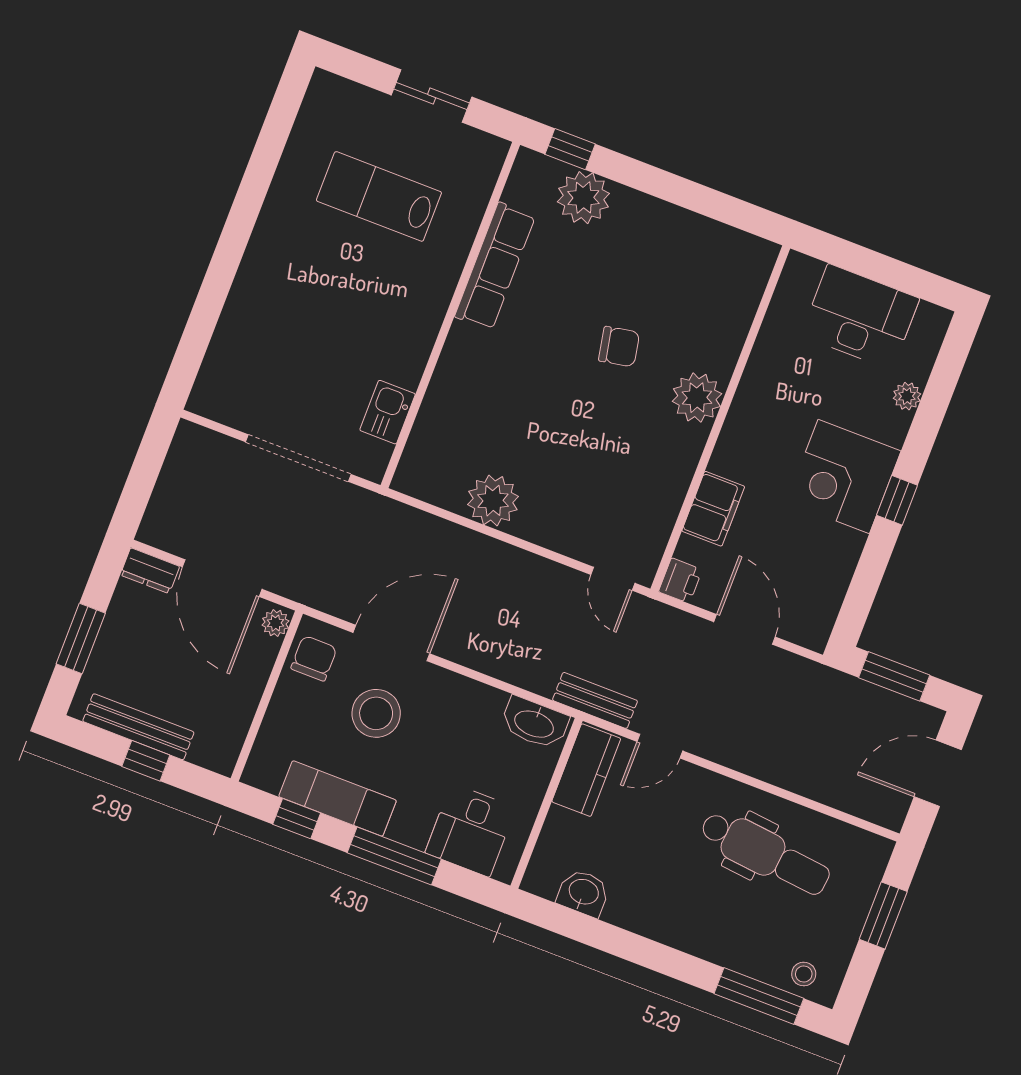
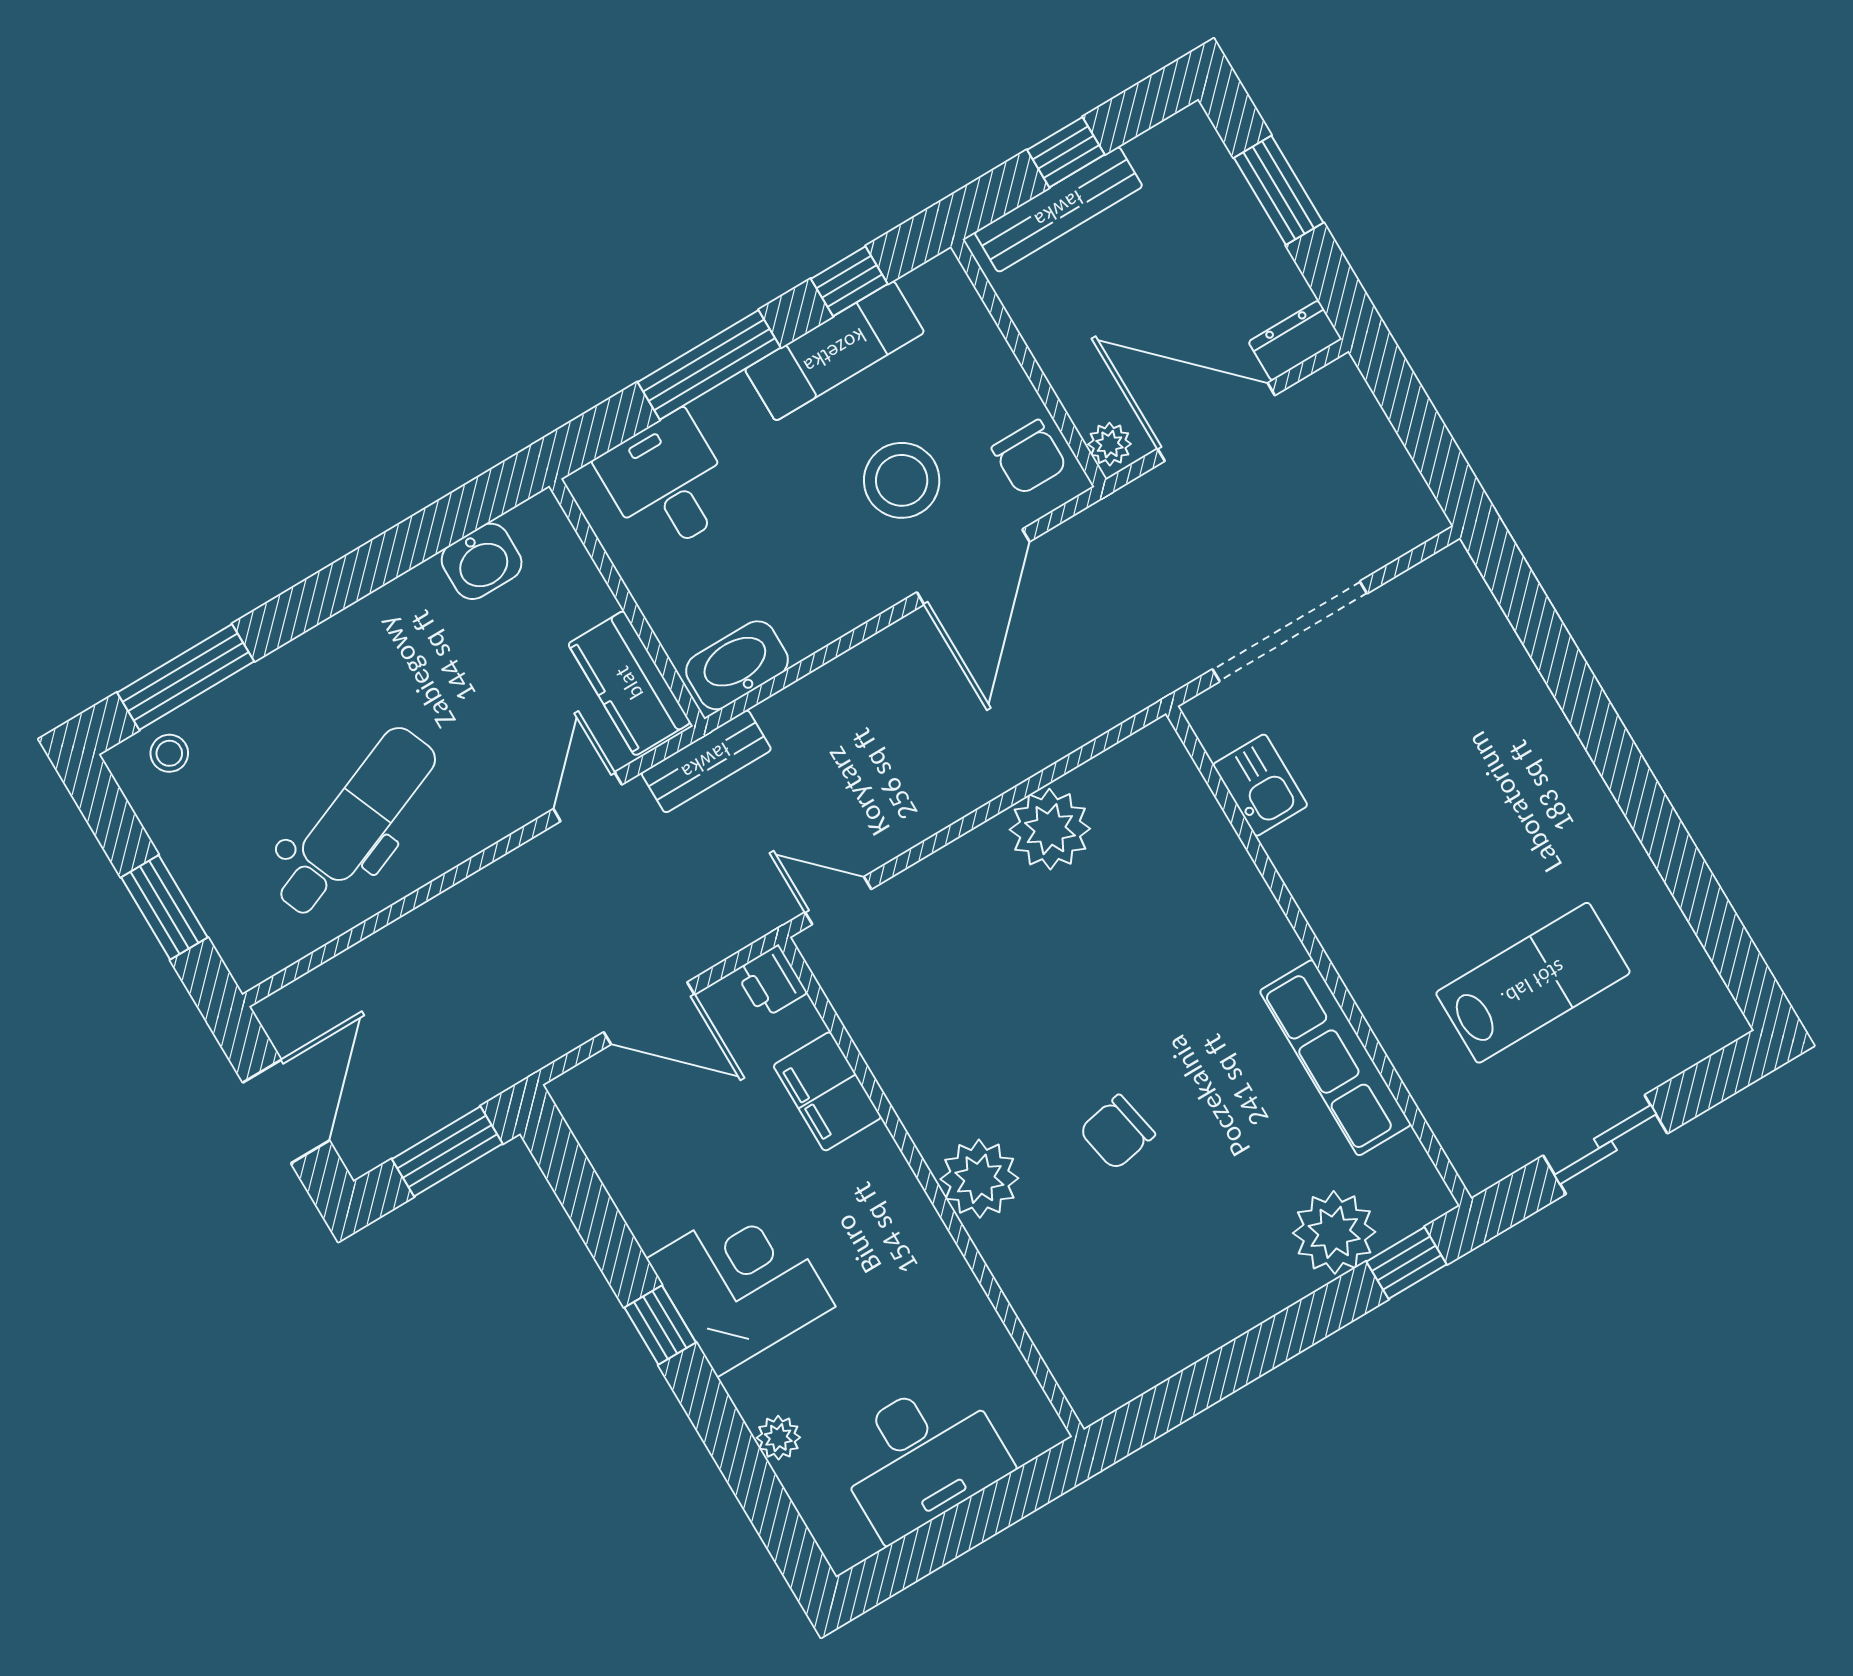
bench: (138, 727) -> (1059, 209), moved
dental chair: (765, 853) -> (355, 822), turned 152

